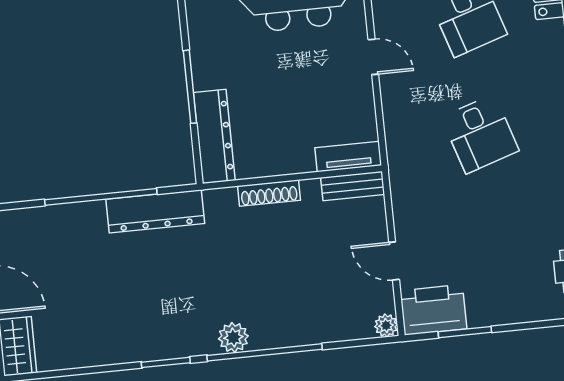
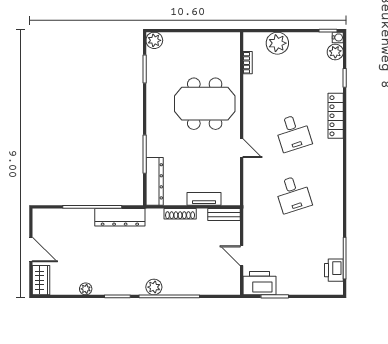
tv unit: (348, 157) -> (204, 199), moved
plant: (386, 326) -> (86, 289), moved

